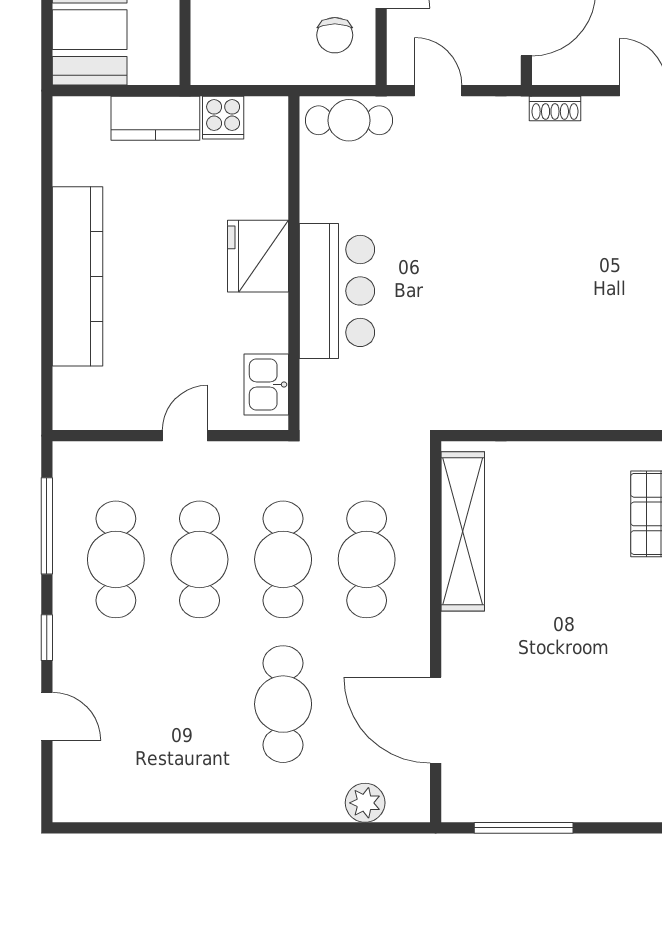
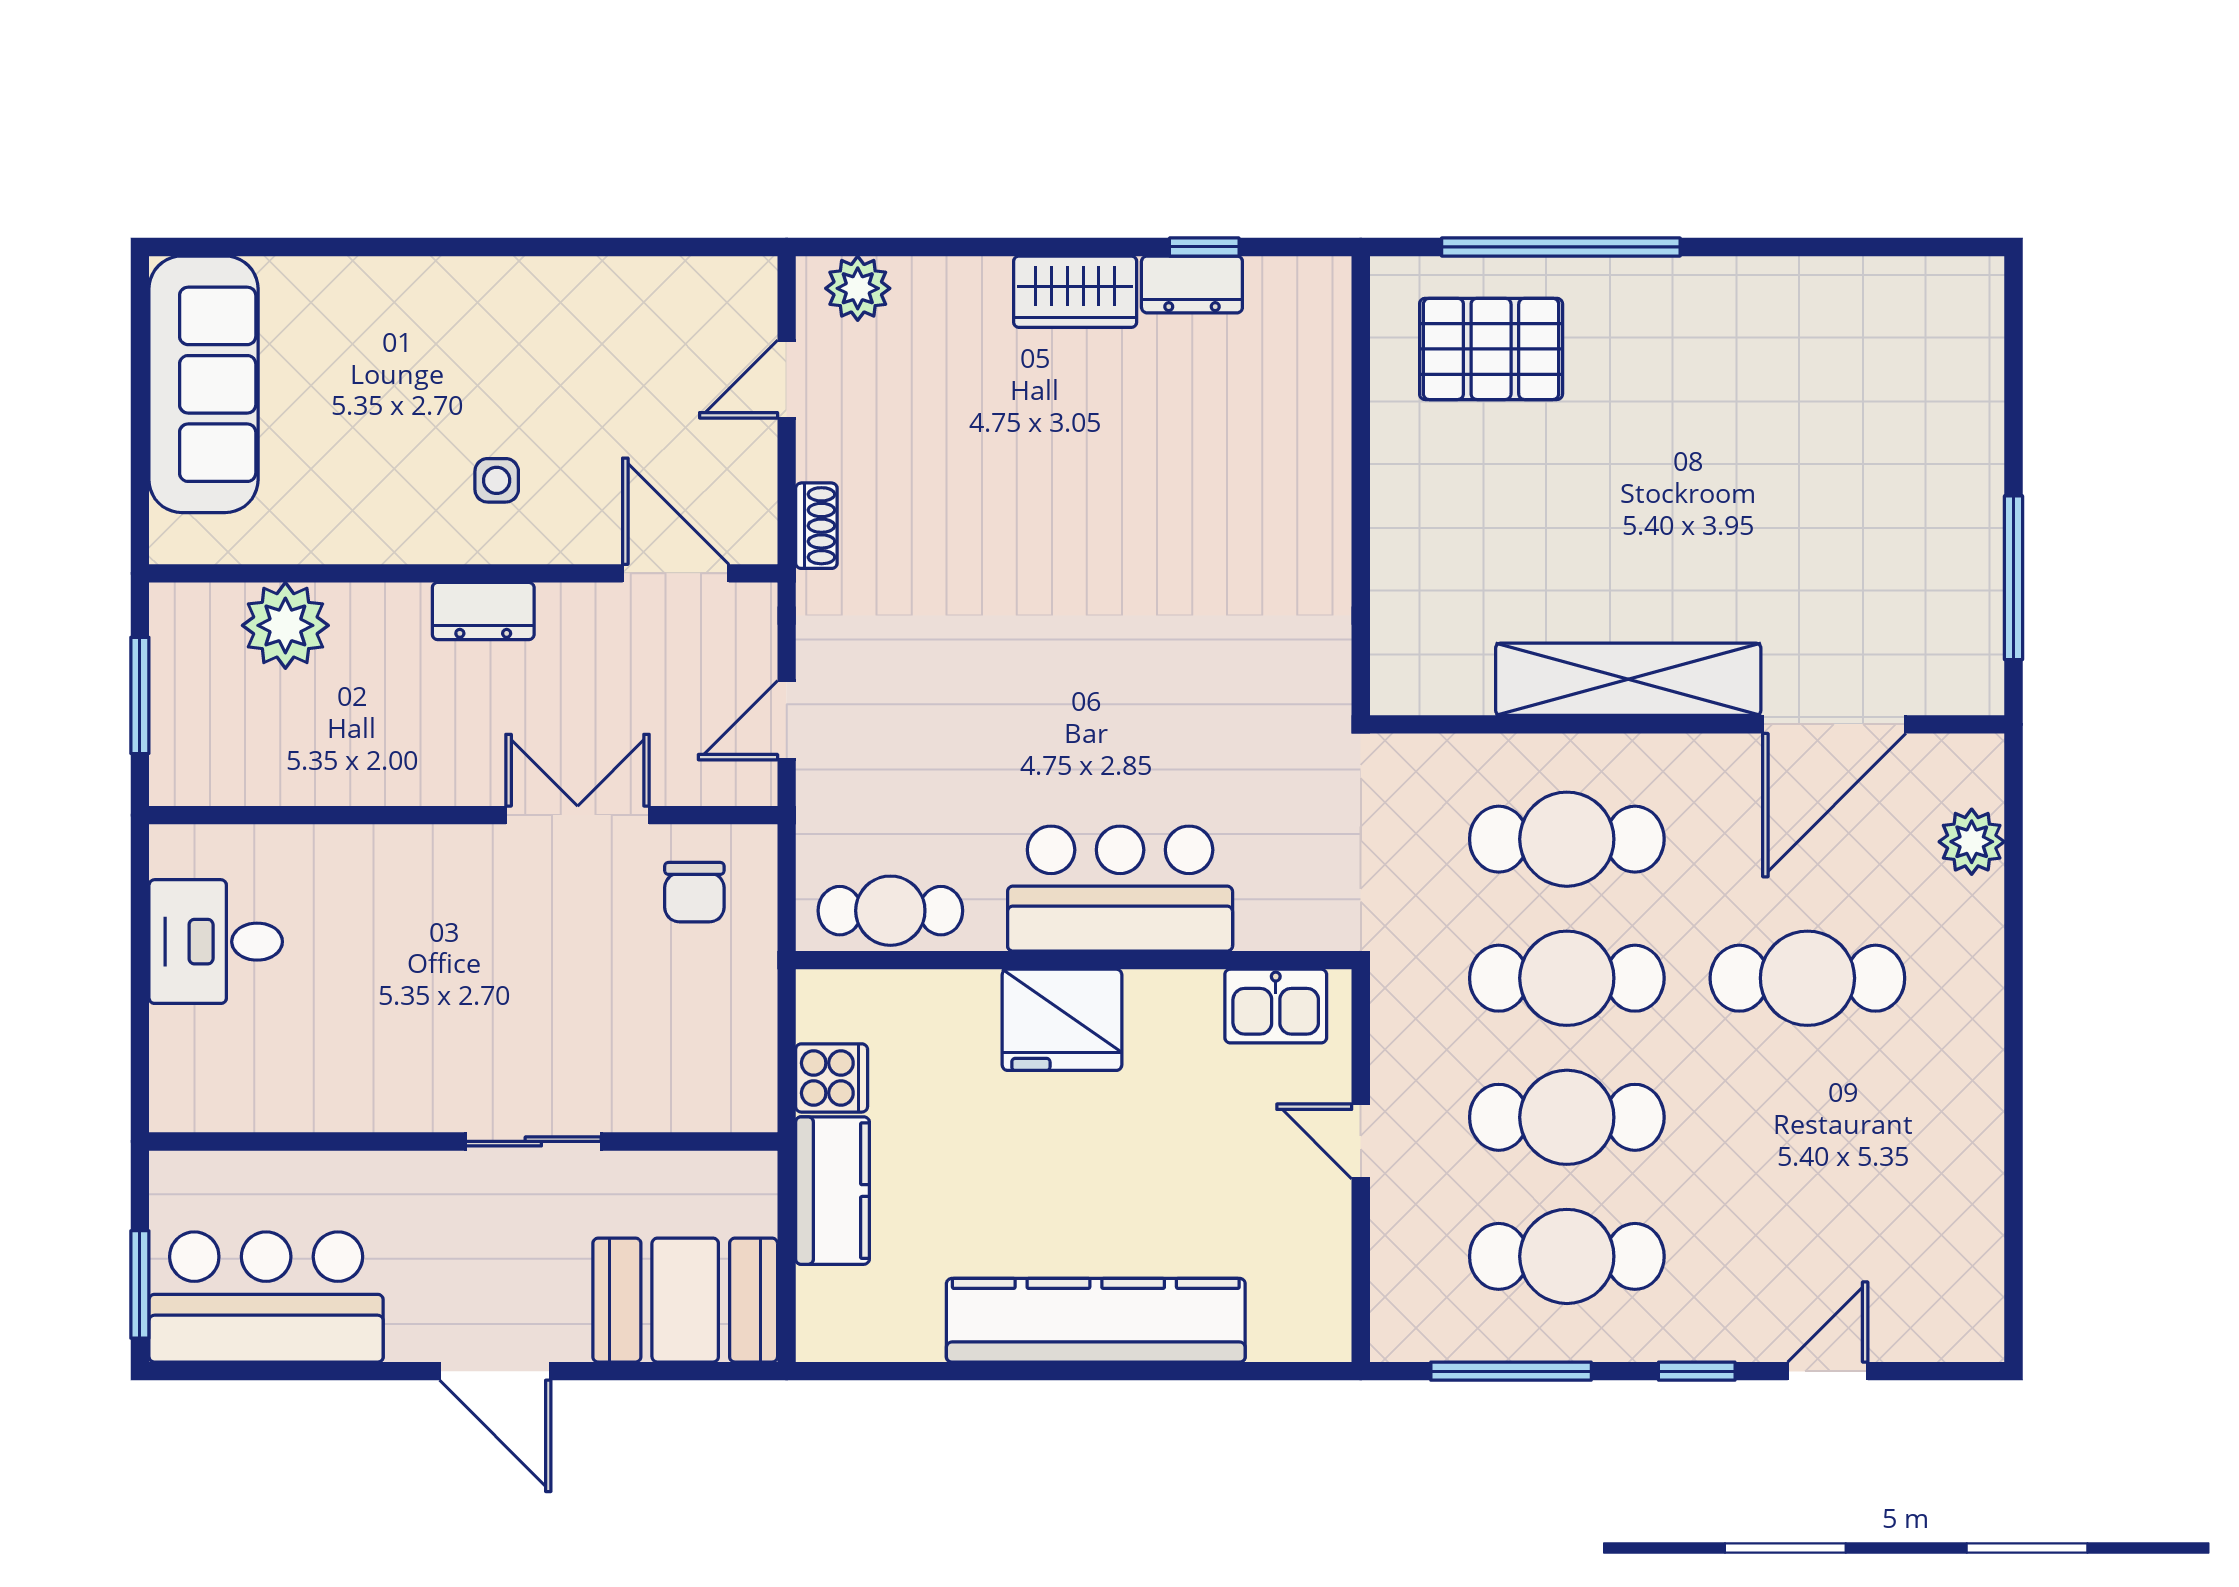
chair: (335, 35) -> (694, 892), turned 90
cafe table: (349, 120) -> (890, 911), moved, turned 90
shelving: (463, 531) -> (1628, 679), moved

